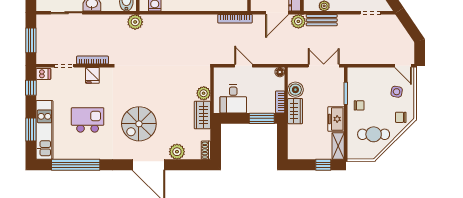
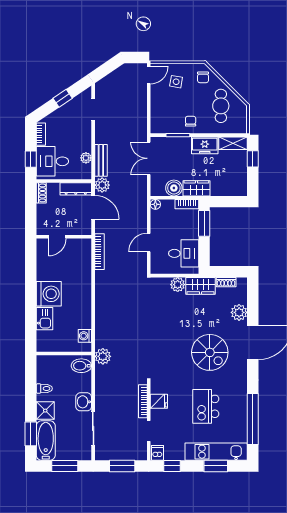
shoe rack: (206, 150) -> (226, 282), moved

